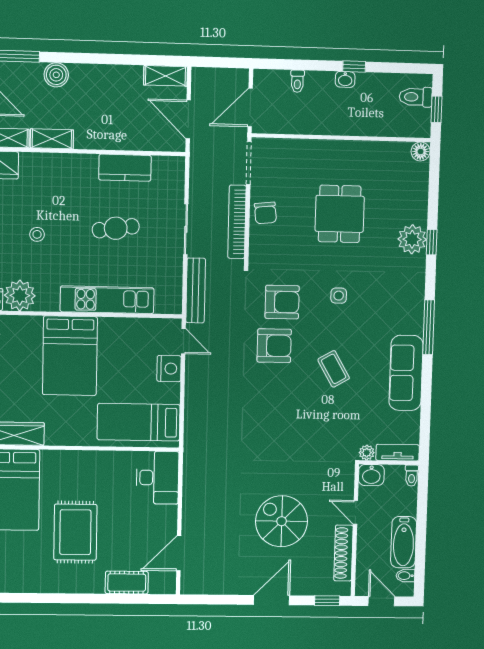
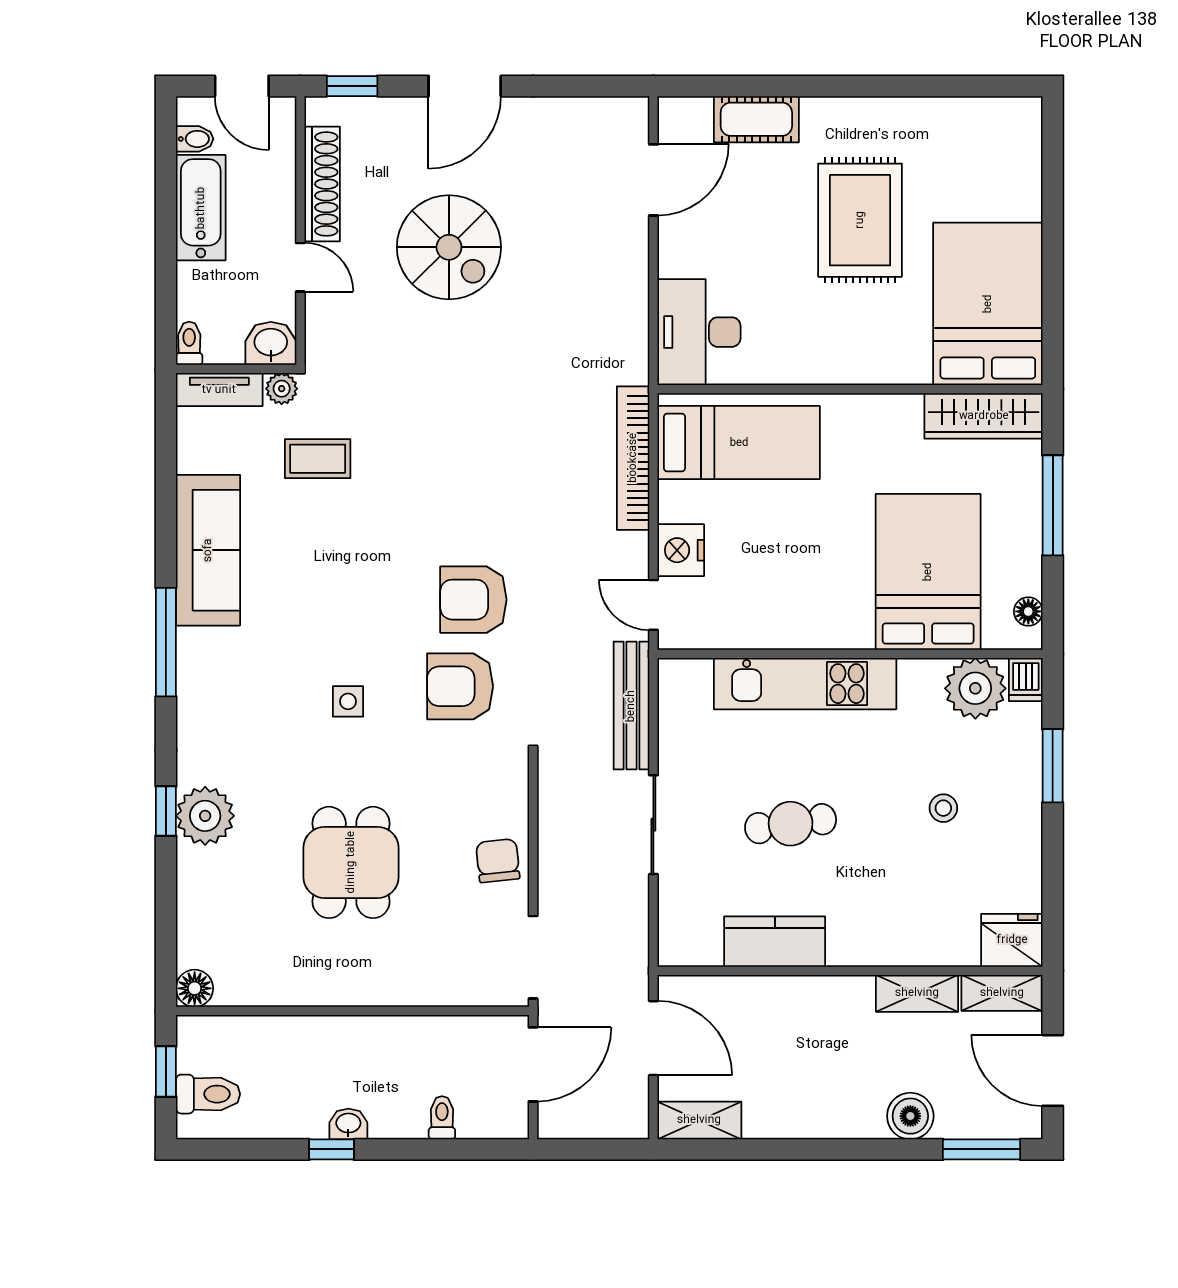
bookcase: (237, 222) -> (633, 458), moved, turned 180
bed: (70, 356) -> (928, 572), moved
coffee table: (334, 369) -> (318, 459), moved, turned -60

